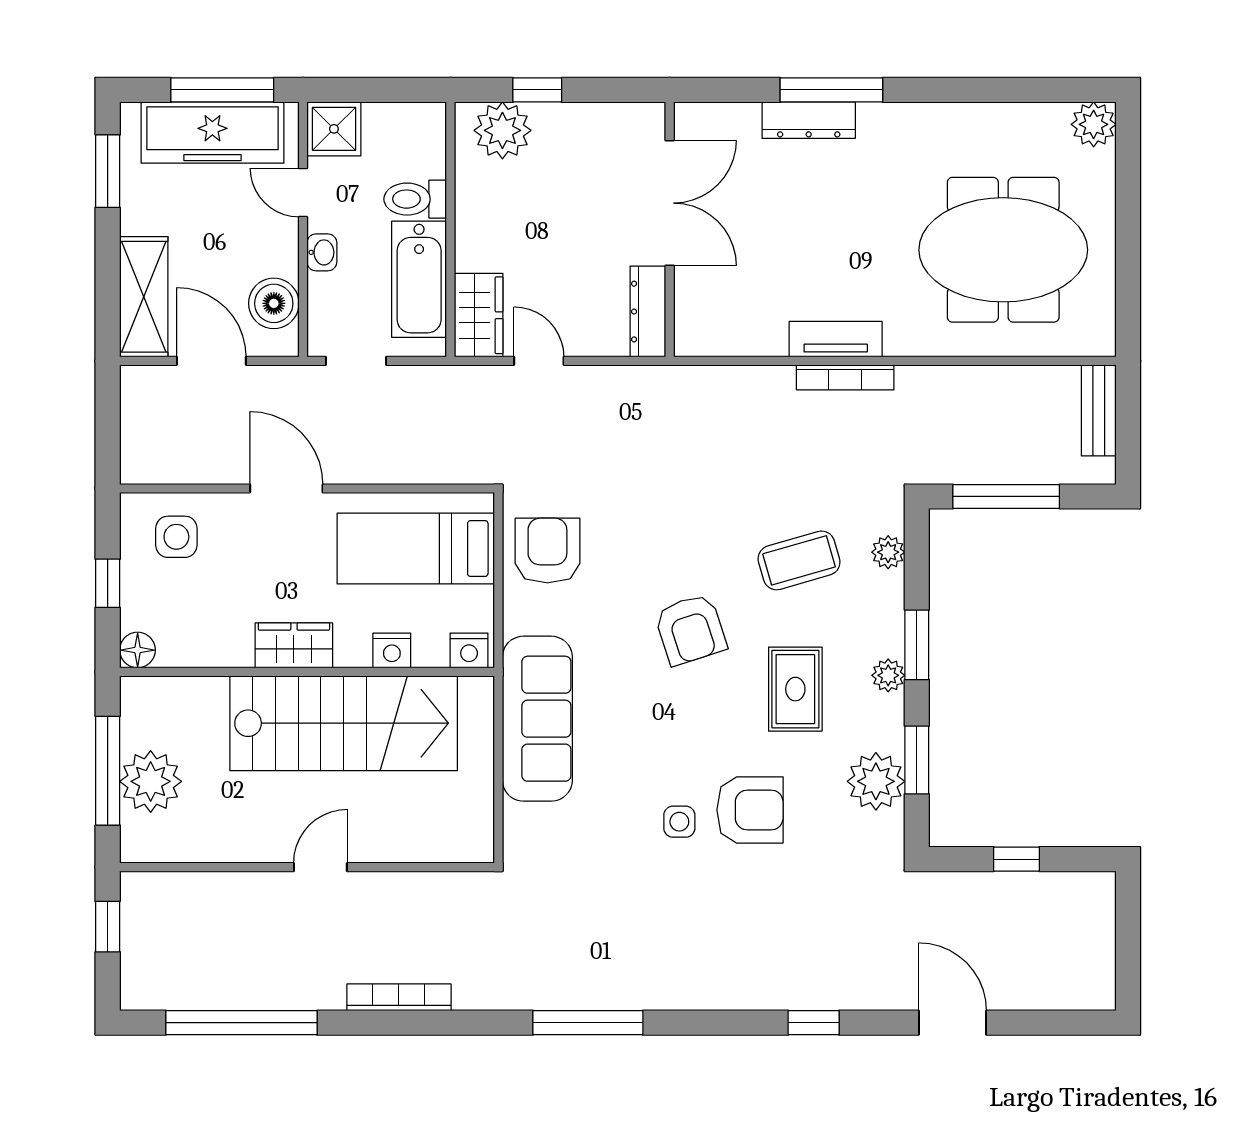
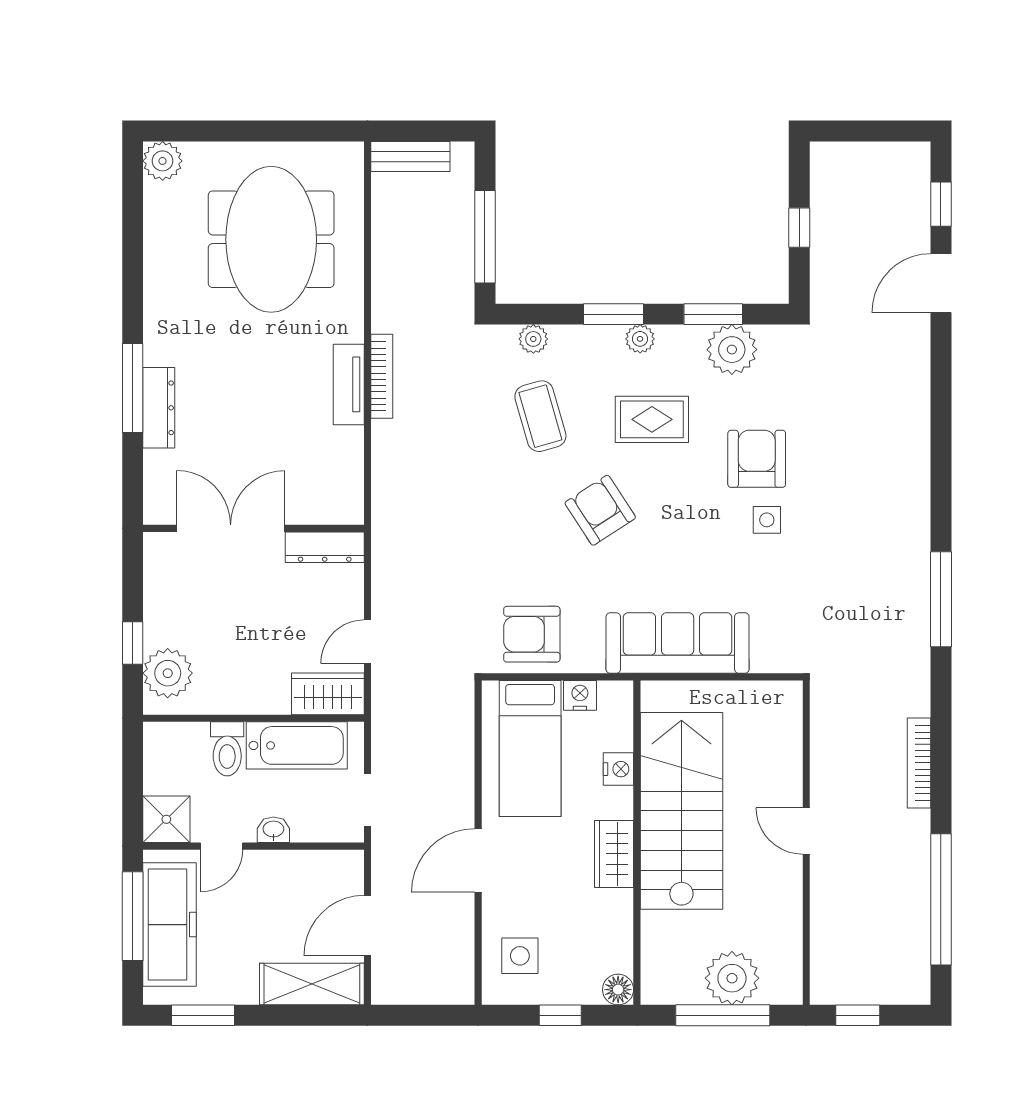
boiler: (274, 303) -> (318, 871), removed
armchair: (691, 629) -> (600, 510), turned -105
nightstand: (469, 650) -> (580, 695), moved, turned -90
window: (814, 1023) -> (941, 204), moved

